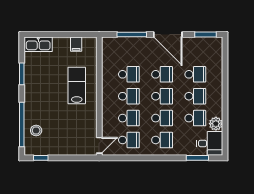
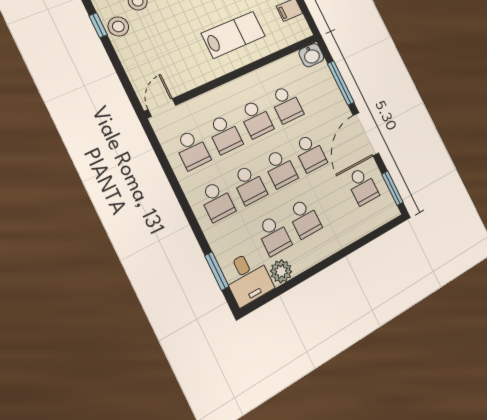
washbasin: (108, 44) -> (311, 55), added
school desk: (195, 74) -> (363, 186), moved
door: (99, 145) -> (162, 107), swing flipped
stool: (46, 148) -> (118, 26), added

